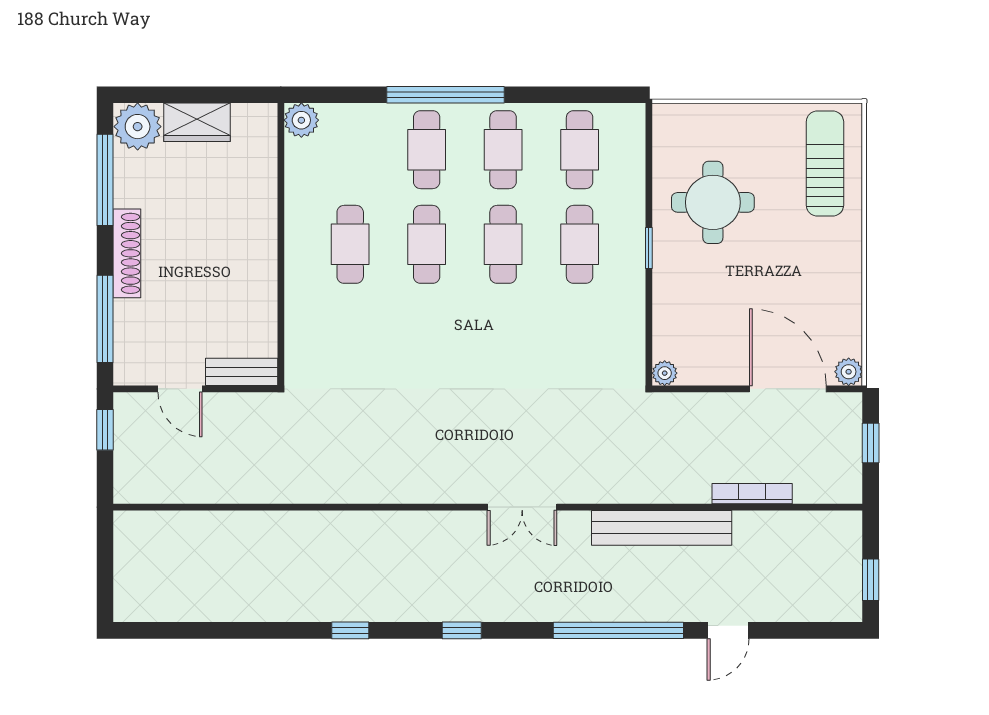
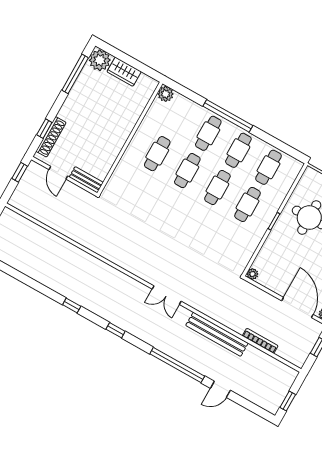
shoe rack: (127, 253) -> (51, 137), moved
window: (105, 319) -> (44, 129), width x0.46

